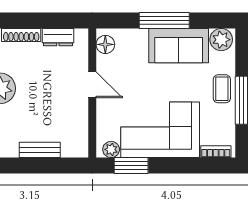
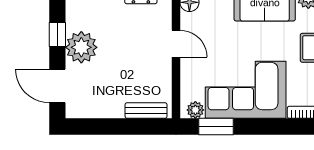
bench: (40, 150) -> (146, 110), moved

